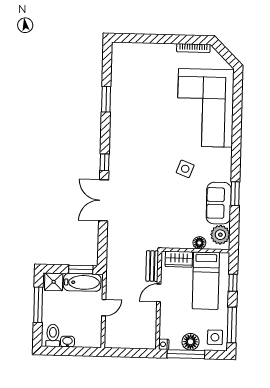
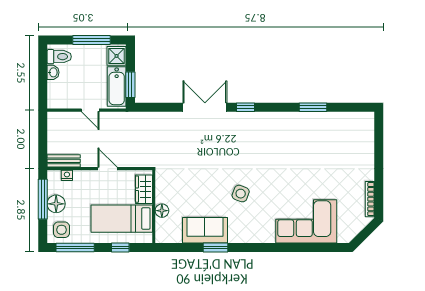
corner sofa: (205, 108) -> (306, 221), width x0.73, depth x0.74
plant: (220, 235) -> (171, 233), removed
bench: (152, 266) -> (64, 161), moved
nightstand: (164, 344) -> (67, 175), moved

